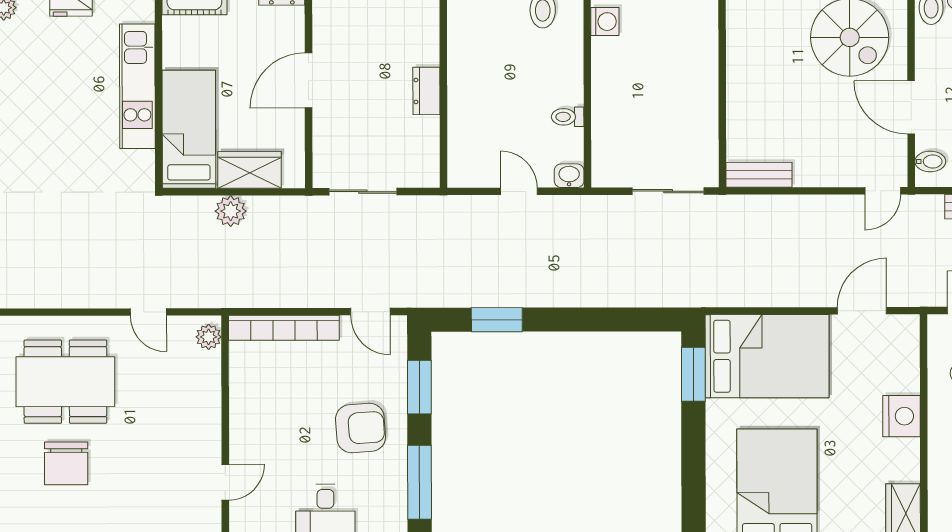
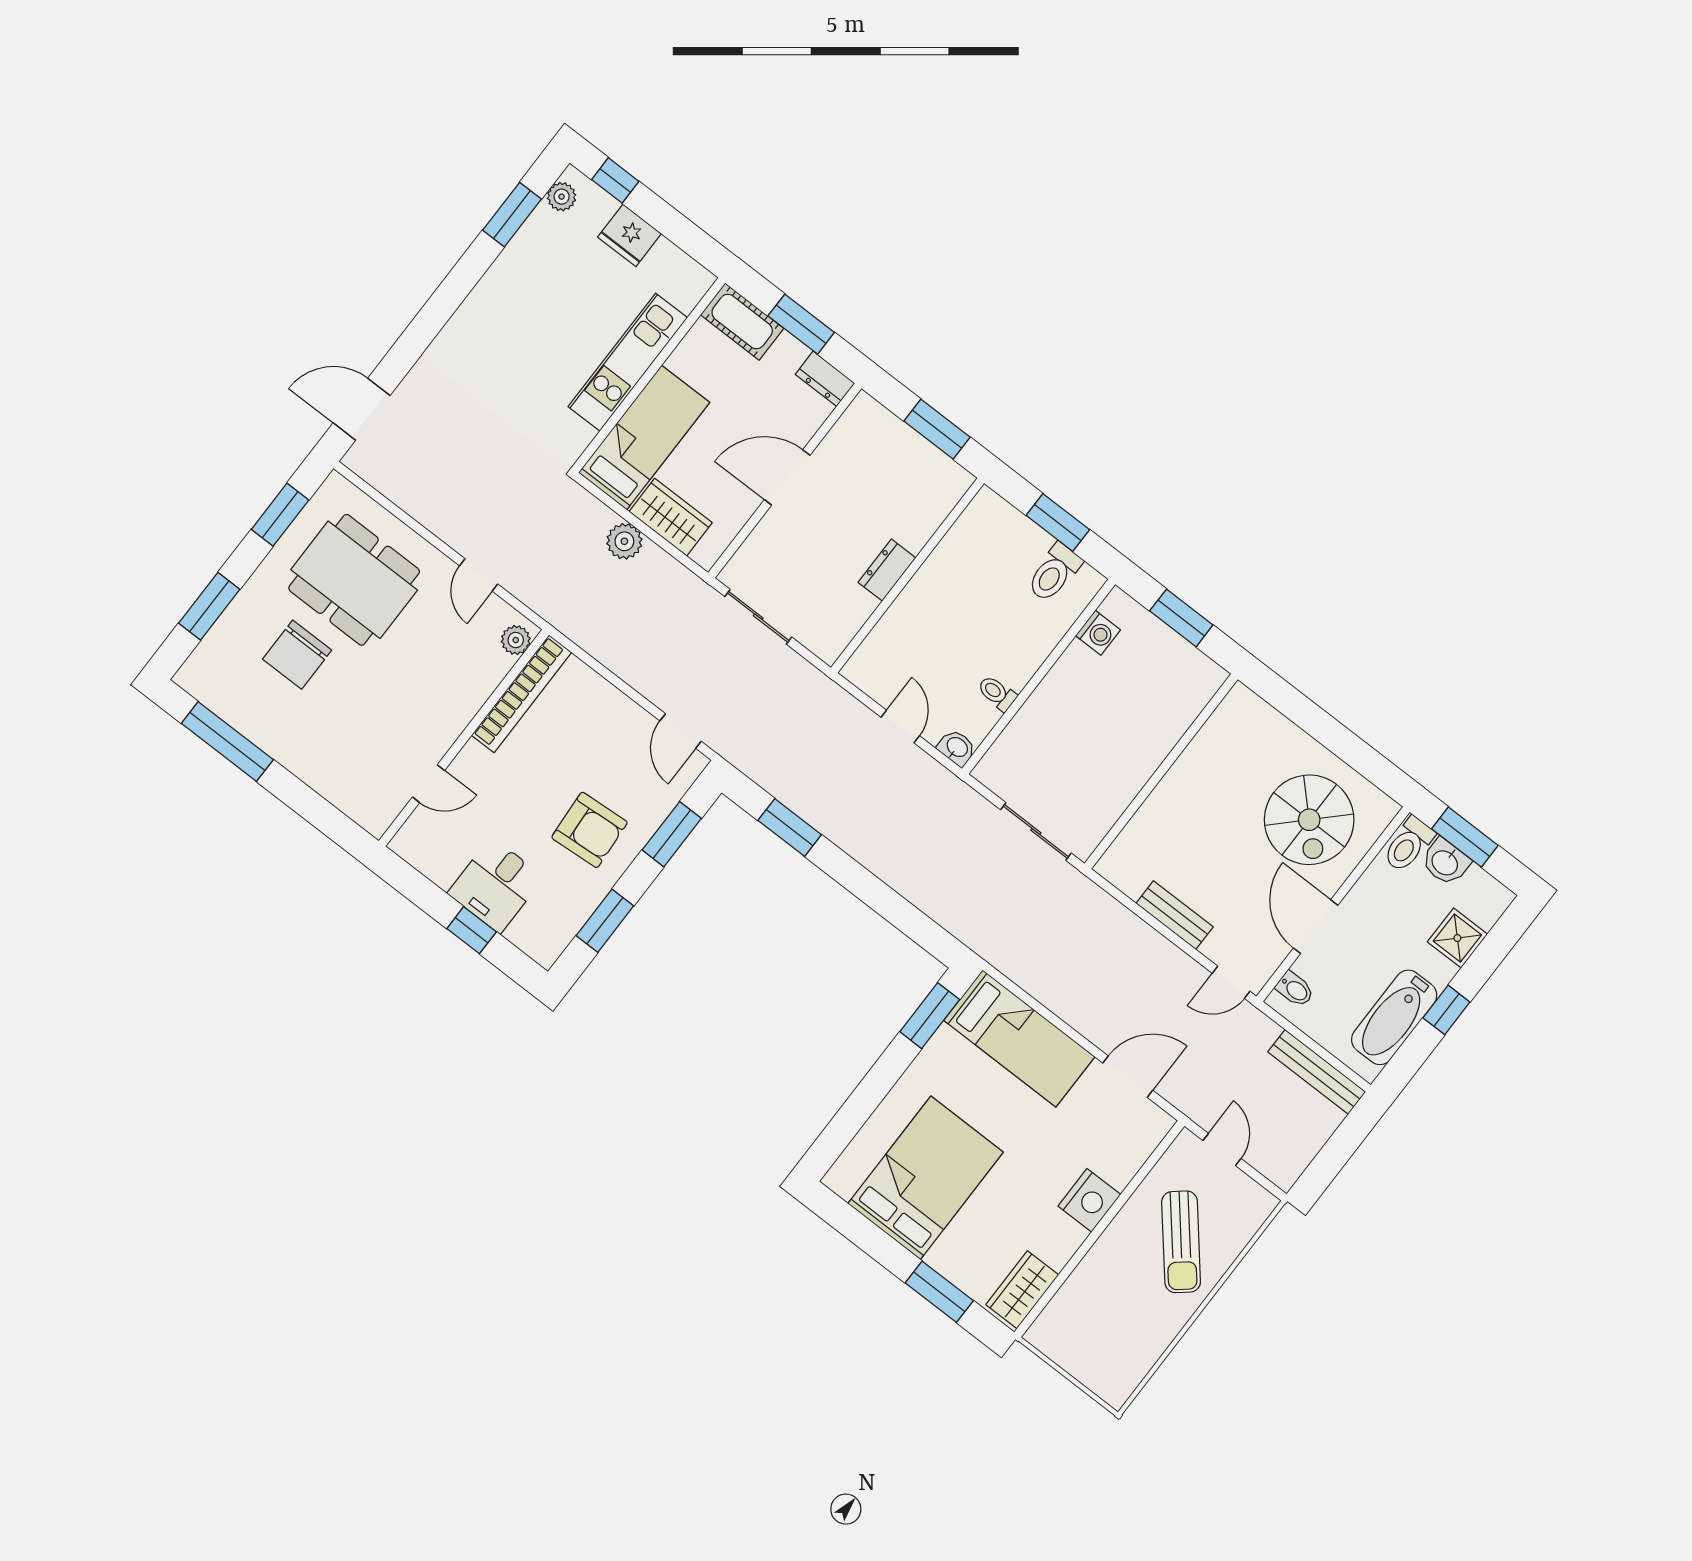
bench: (759, 175) -> (1175, 915), moved
bookcase: (284, 328) -> (522, 694), moved, turned -90
bed: (767, 356) -> (1019, 1038), width x0.67
window: (419, 482) -> (605, 921), width x0.69

